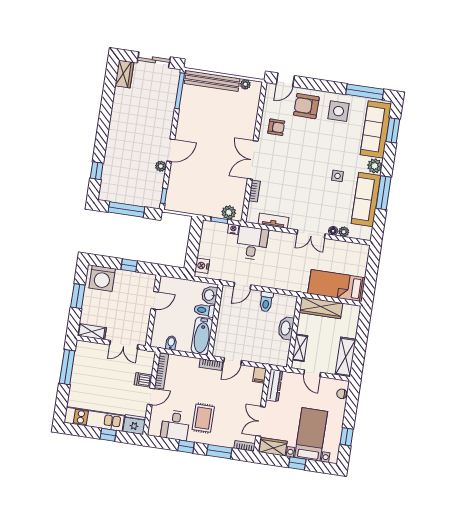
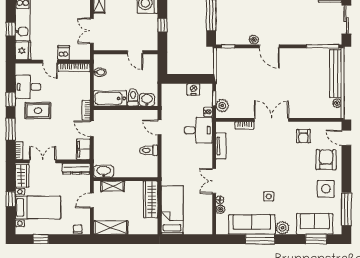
sofa: (376, 129) -> (315, 224), width x0.73
nightstand: (202, 266) -> (194, 89), moved
washbasin: (286, 328) -> (104, 171), moved
filing cabinet: (259, 375) -> (83, 149), width x2.00

